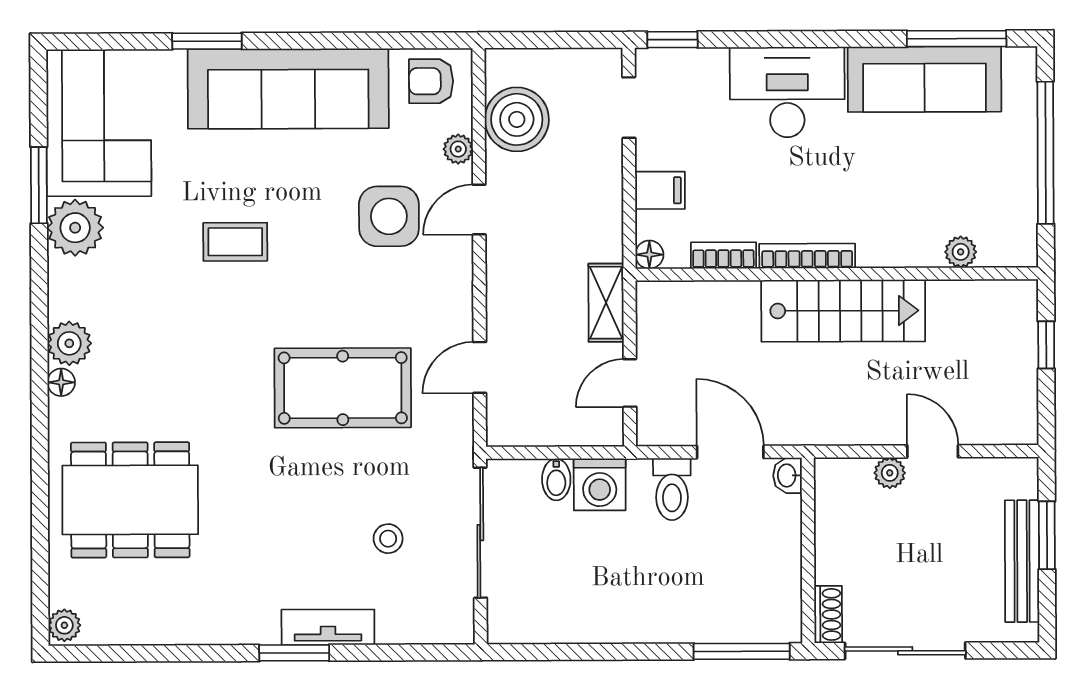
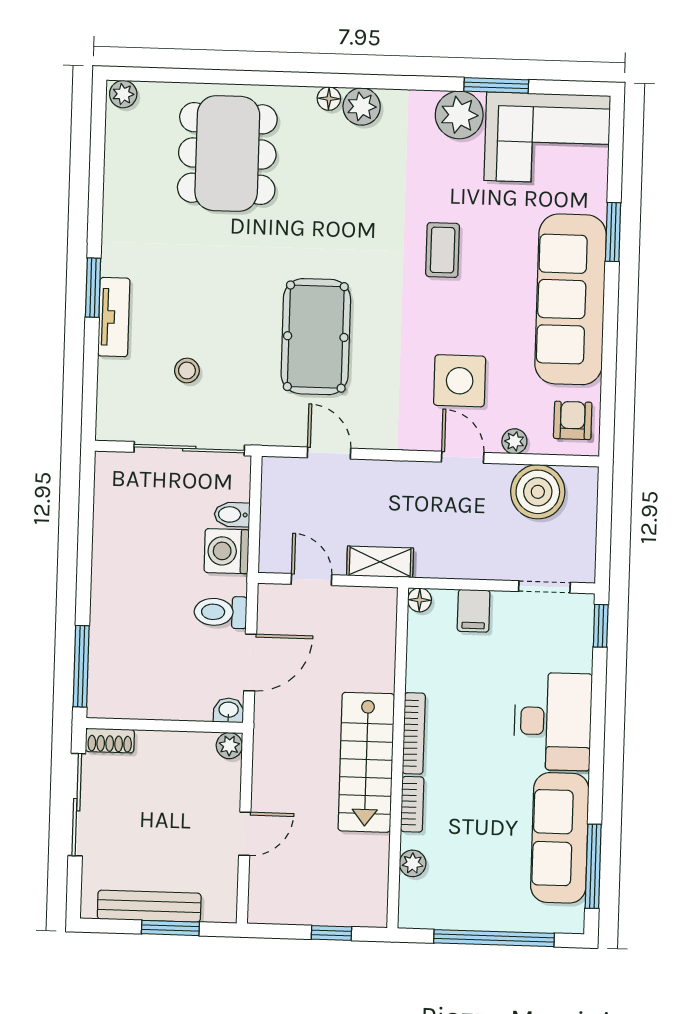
bookcase: (723, 255) -> (412, 804), moved
plant: (890, 473) -> (229, 746), moved

